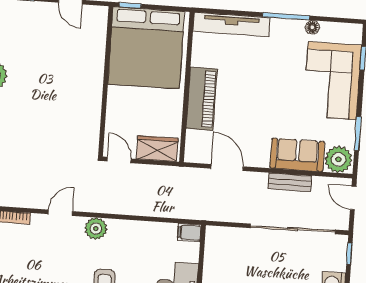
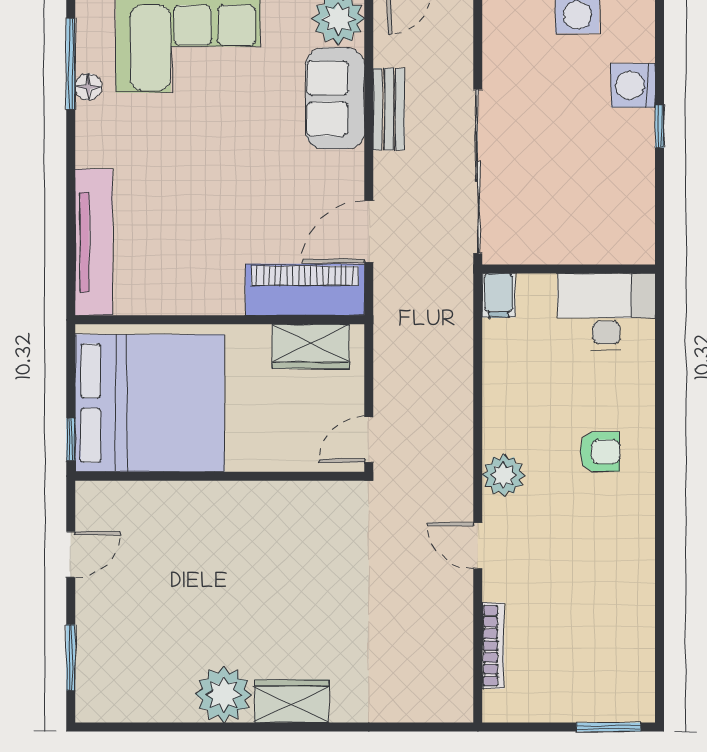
window: (286, 16) -> (71, 64), moved
piano: (202, 99) -> (305, 290), moved
wardrobe: (157, 149) -> (310, 347), moved, turned -90
sliding door: (293, 229) -> (478, 171), moved

